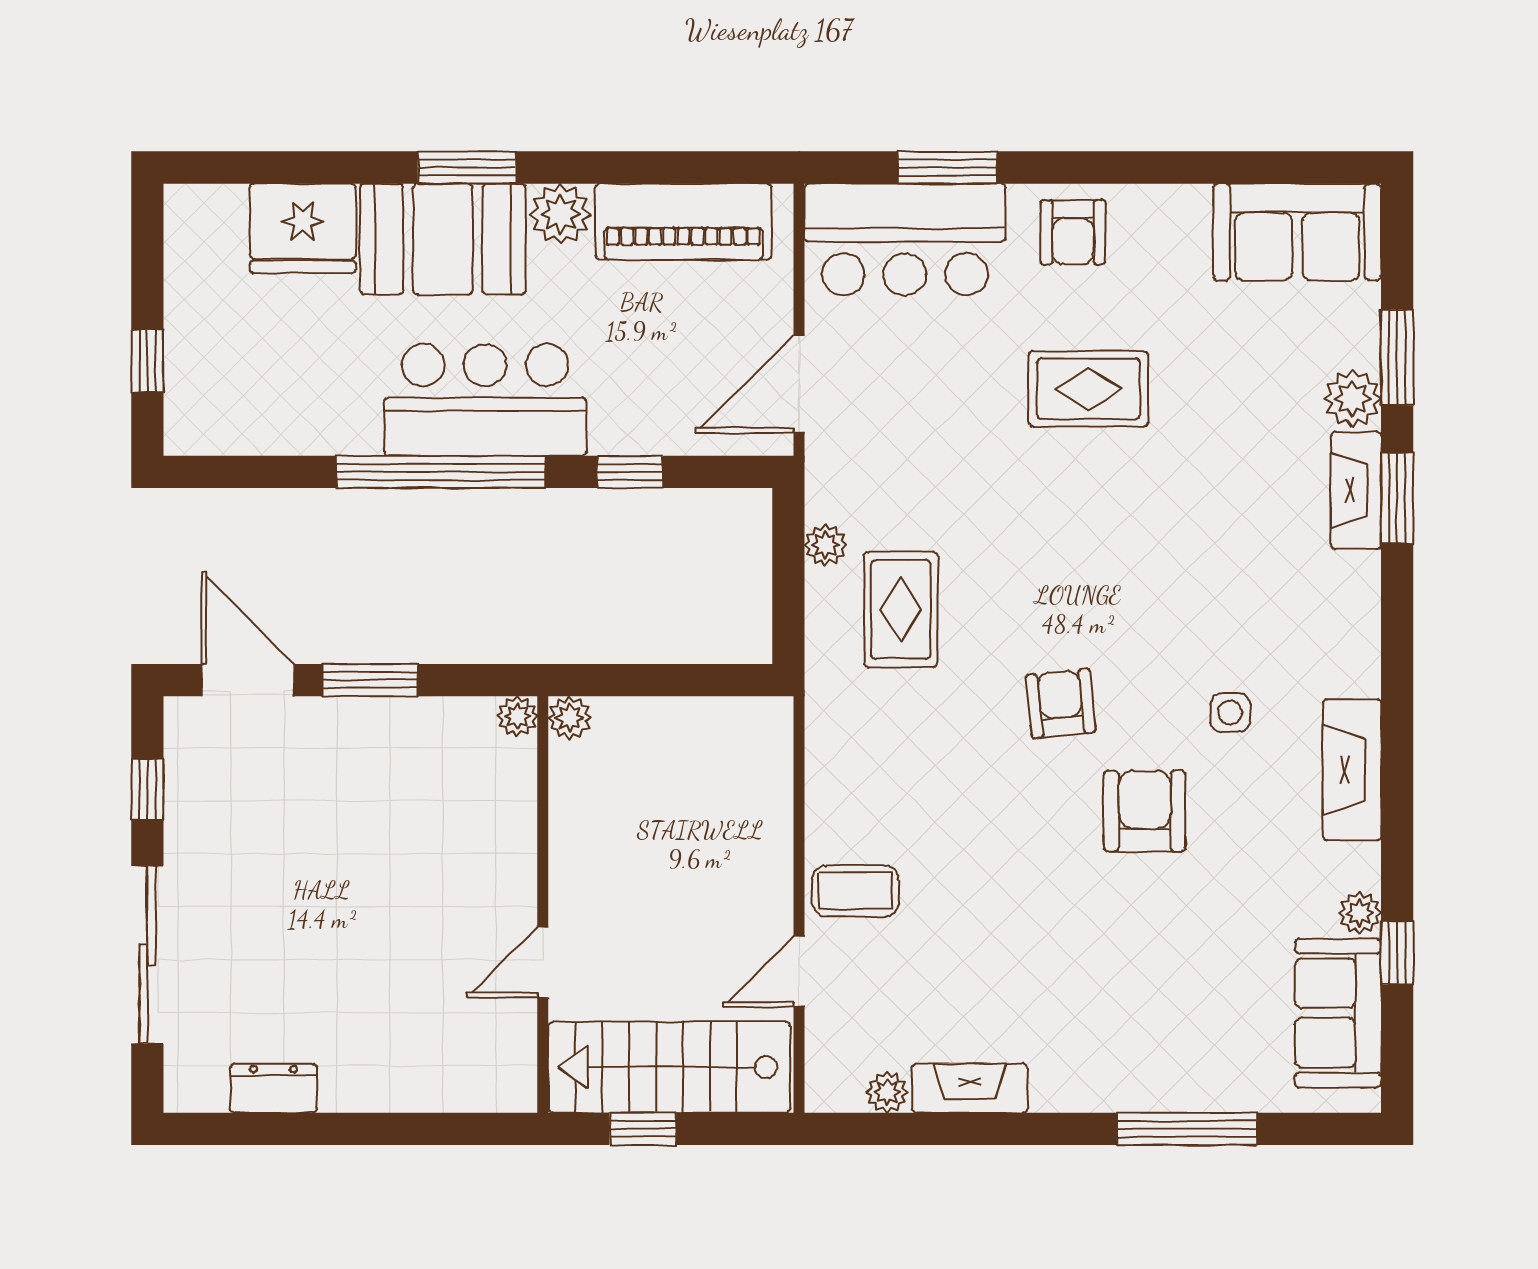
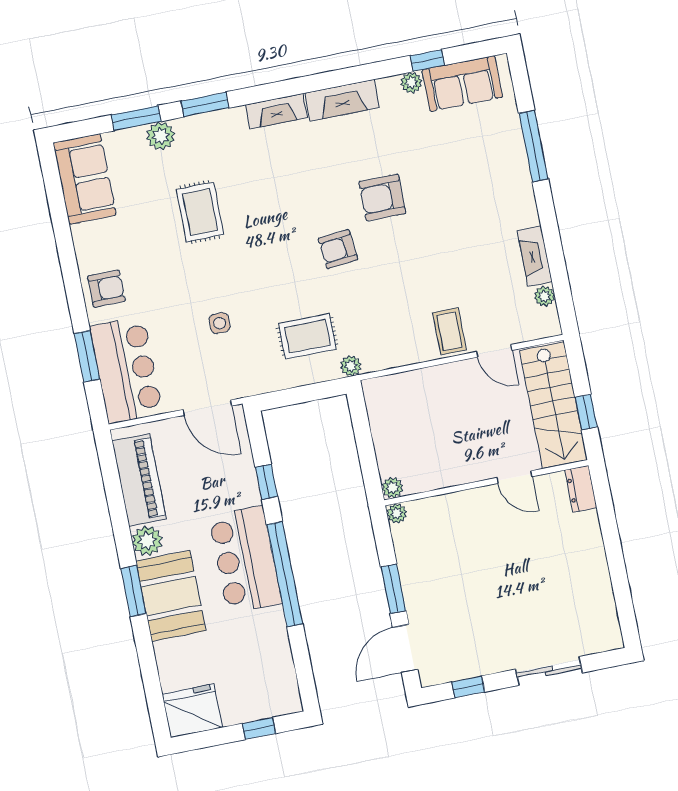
fridge: (303, 228) -> (192, 711), moved, turned -90
rug: (1088, 389) -> (200, 212), moved
fireplace: (1356, 490) -> (276, 111), moved
plant: (825, 545) -> (351, 366), moved
side table: (1230, 713) -> (220, 323), moved
sliding door: (147, 955) -> (549, 671), width x0.73
dresser: (273, 1088) -> (581, 489), moved

